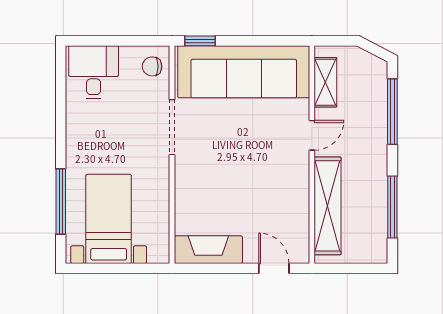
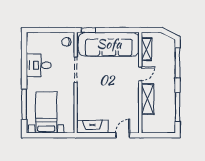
desk: (94, 72) -> (39, 65), moved, turned -90
shelving: (328, 206) -> (148, 99), width x0.68
door: (274, 268) -> (123, 135), hinge flipped

